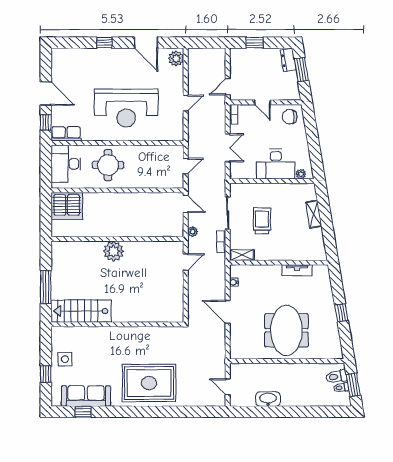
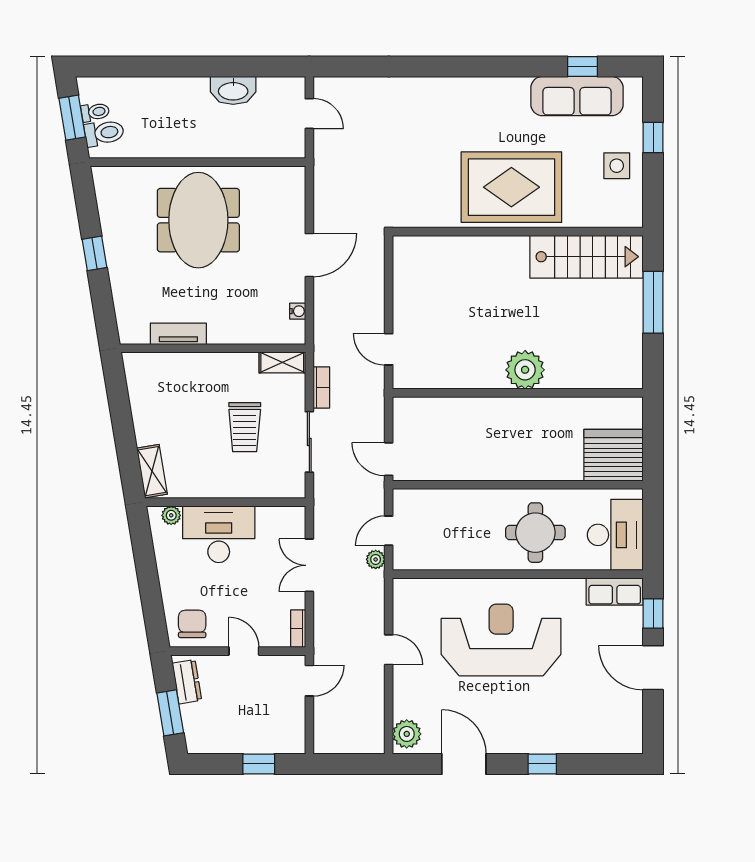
dresser: (288, 60) -> (187, 682), moved
door: (186, 103) -> (389, 650), swing flipped
chair: (290, 117) -> (192, 624), turned -90
shelving: (314, 214) -> (152, 471), moved
plant: (193, 232) -> (376, 559), moved
door: (186, 262) -> (389, 349), hinge flipped
door: (228, 312) -> (309, 255), hinge flipped
rug: (149, 383) -> (511, 187), moved

